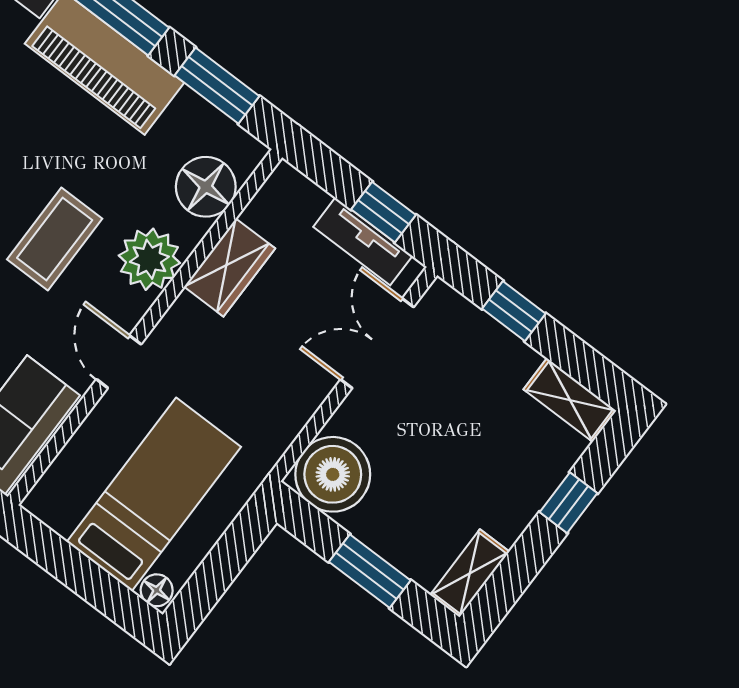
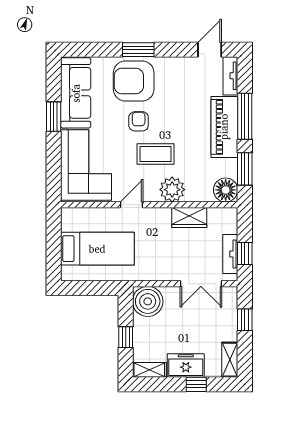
floor lamp: (206, 187) -> (226, 190), moved
double door: (377, 343) -> (201, 284), swing flipped
freezer: (516, 495) -> (186, 366), added
window: (370, 571) -> (126, 337), width x0.67
floor lamp: (157, 590) -> (67, 273), removed

